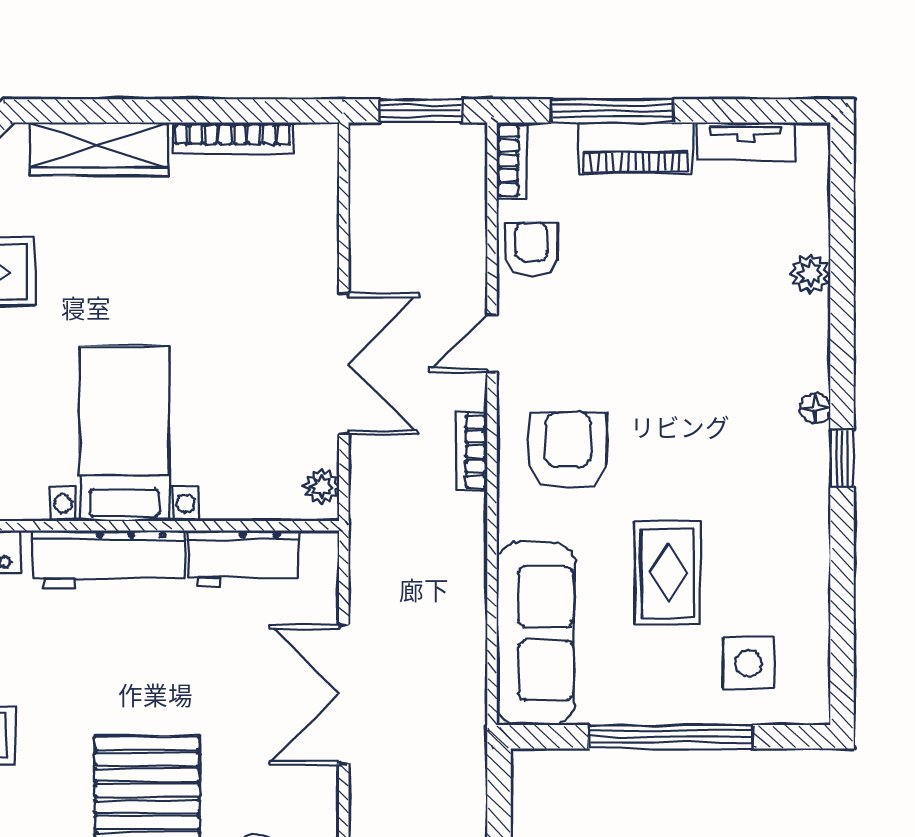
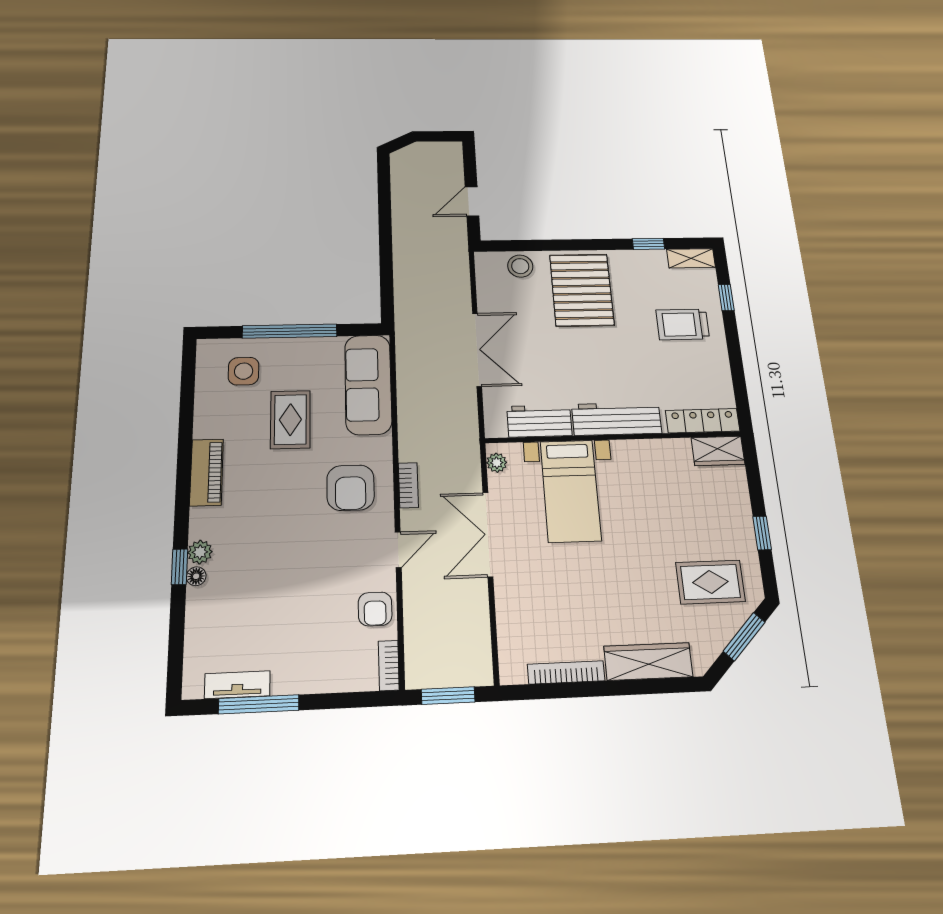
window: (613, 111) -> (259, 704), moved
piano: (635, 148) -> (207, 472), moved, turned 90
plant: (811, 273) -> (200, 552), moved
floor lamp: (815, 408) -> (196, 576), moved
bed with nightstands: (124, 434) -> (571, 491), moved
window: (842, 458) -> (180, 567), moved

